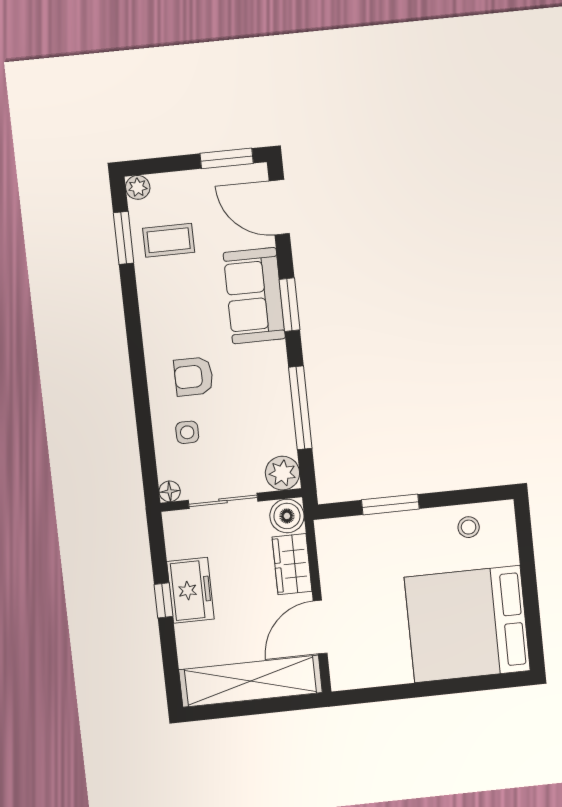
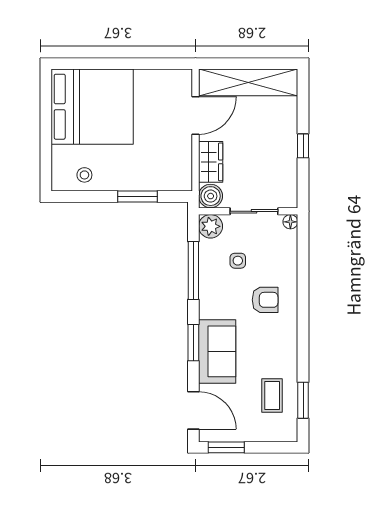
plant: (138, 187) -> (289, 434), removed
coffee table: (169, 240) -> (272, 395), turned 90
side table: (187, 432) -> (238, 261), moved
freezer: (190, 590) -> (283, 151), removed

